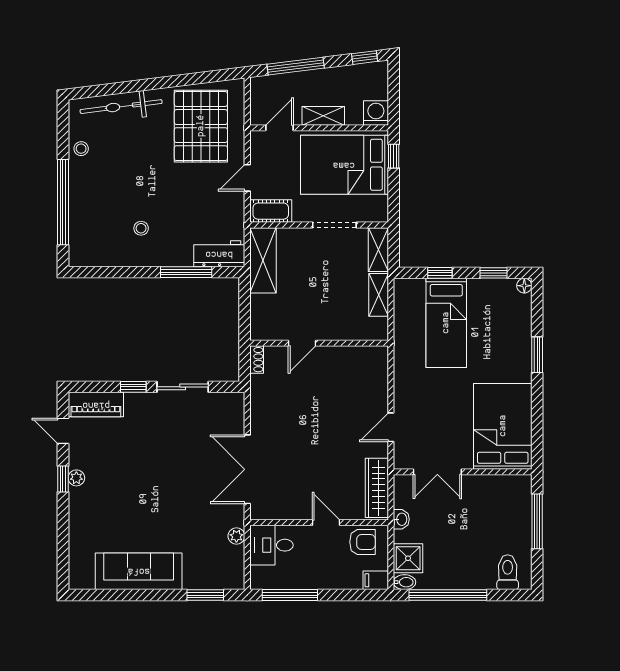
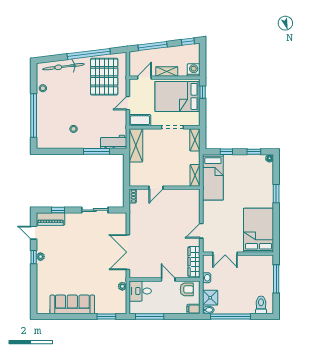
window: (171, 82) -> (89, 54), added
shelving: (379, 295) -> (195, 175), moved
bed: (446, 323) -> (213, 177), moved
window: (133, 387) -> (58, 210), moved

